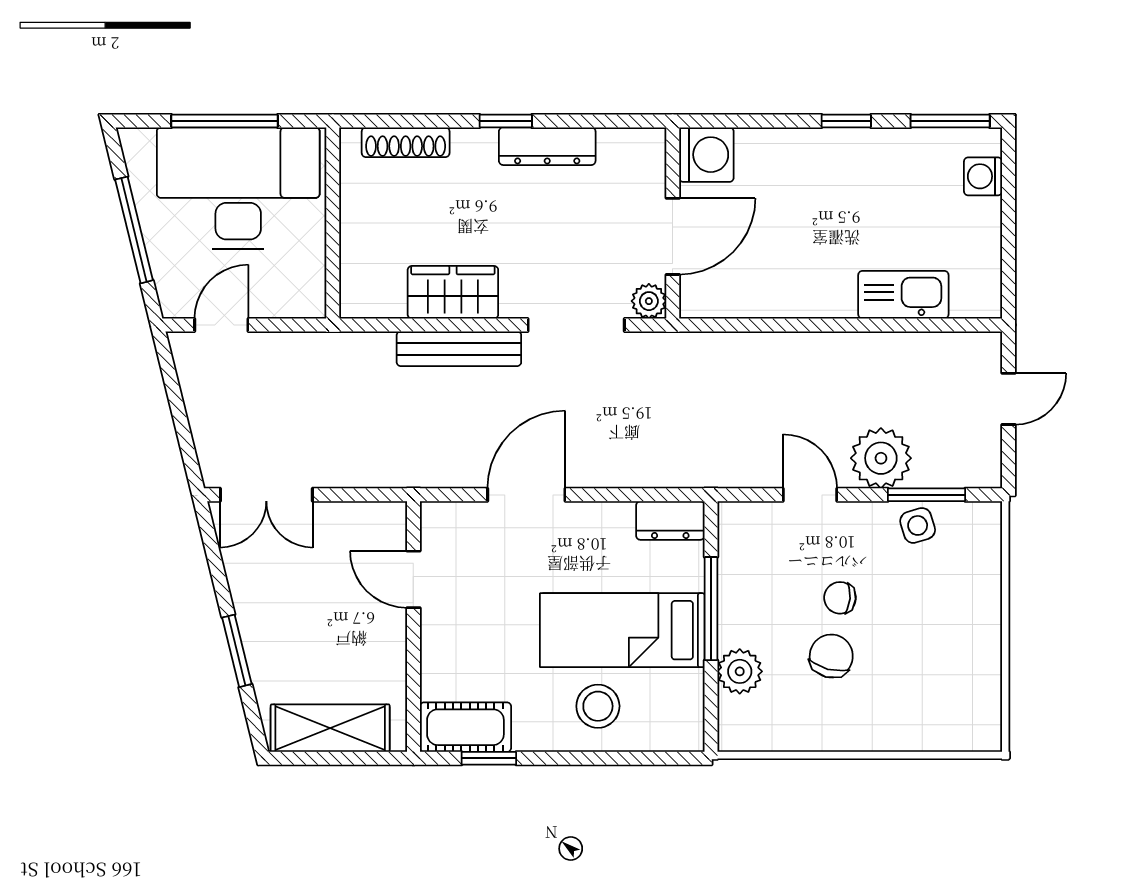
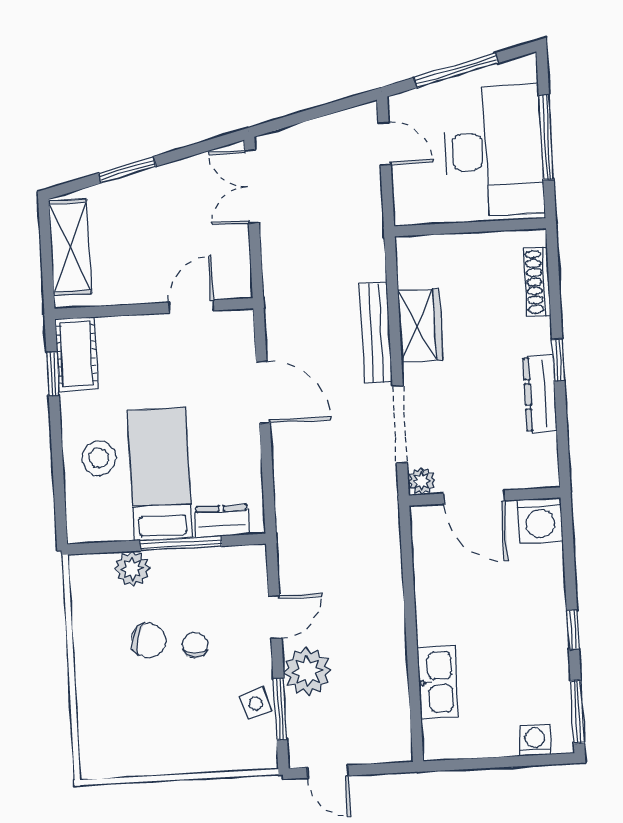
door: (1008, 399) -> (328, 772), moved
dresser: (670, 521) -> (222, 521), moved, turned 90

